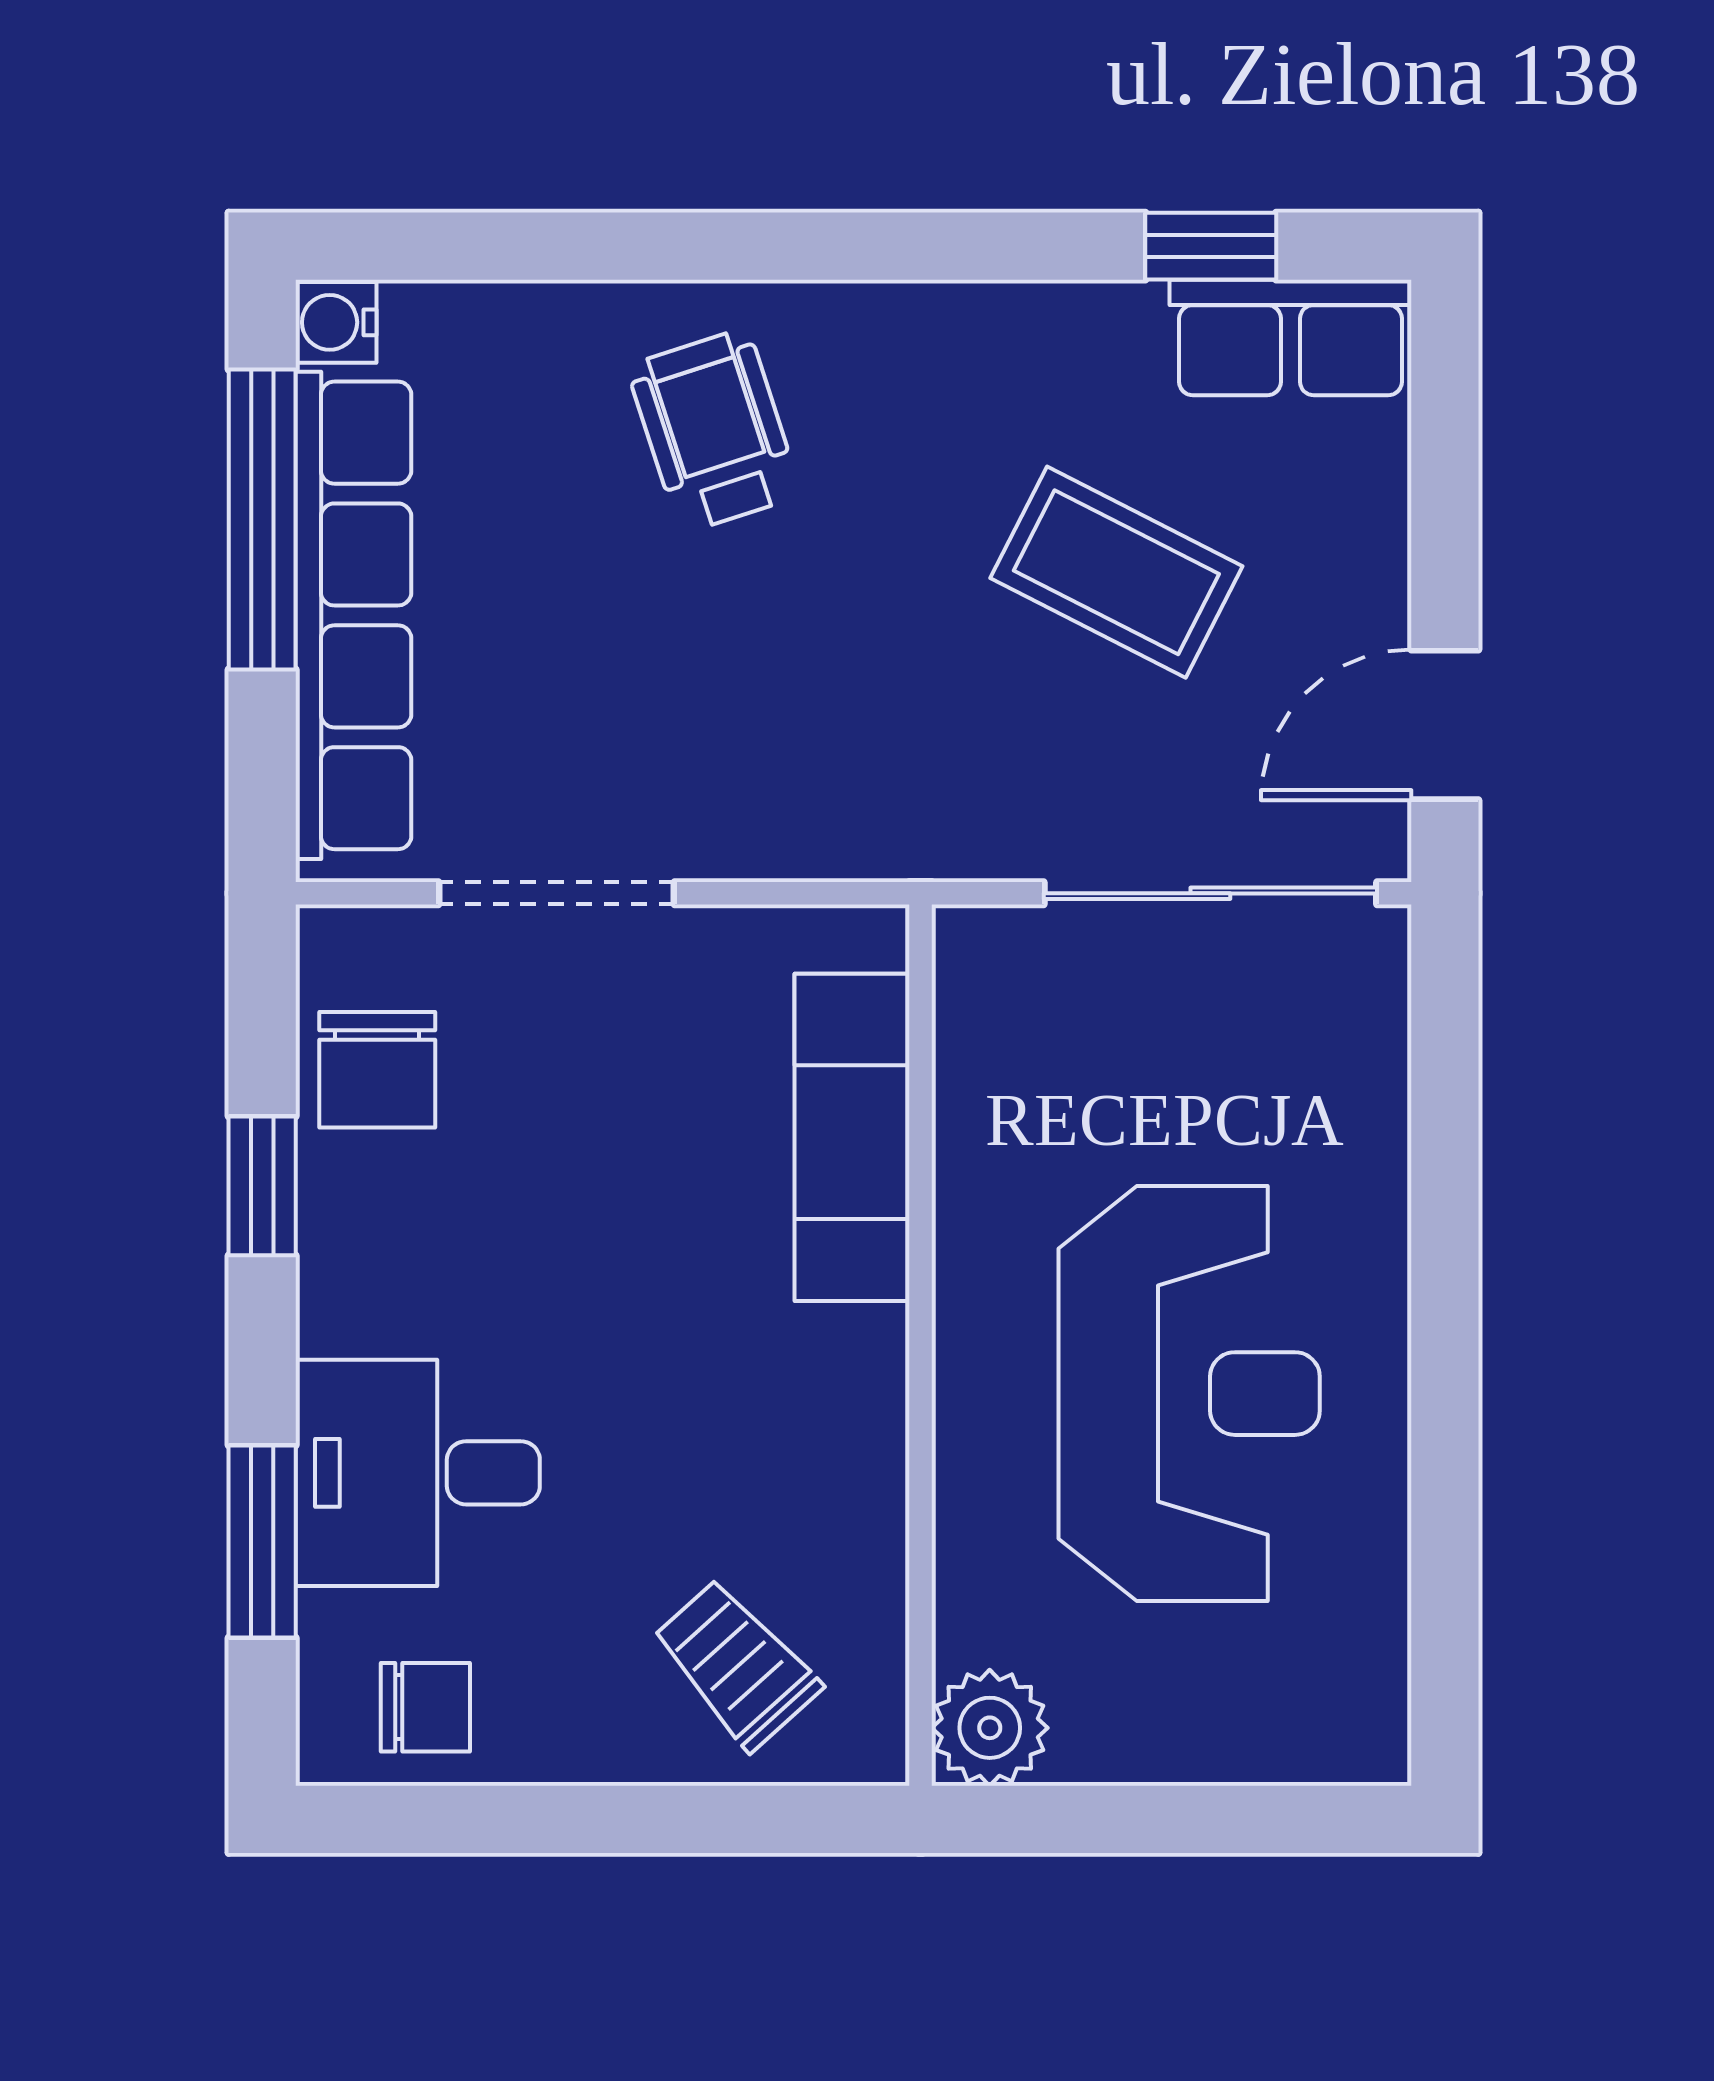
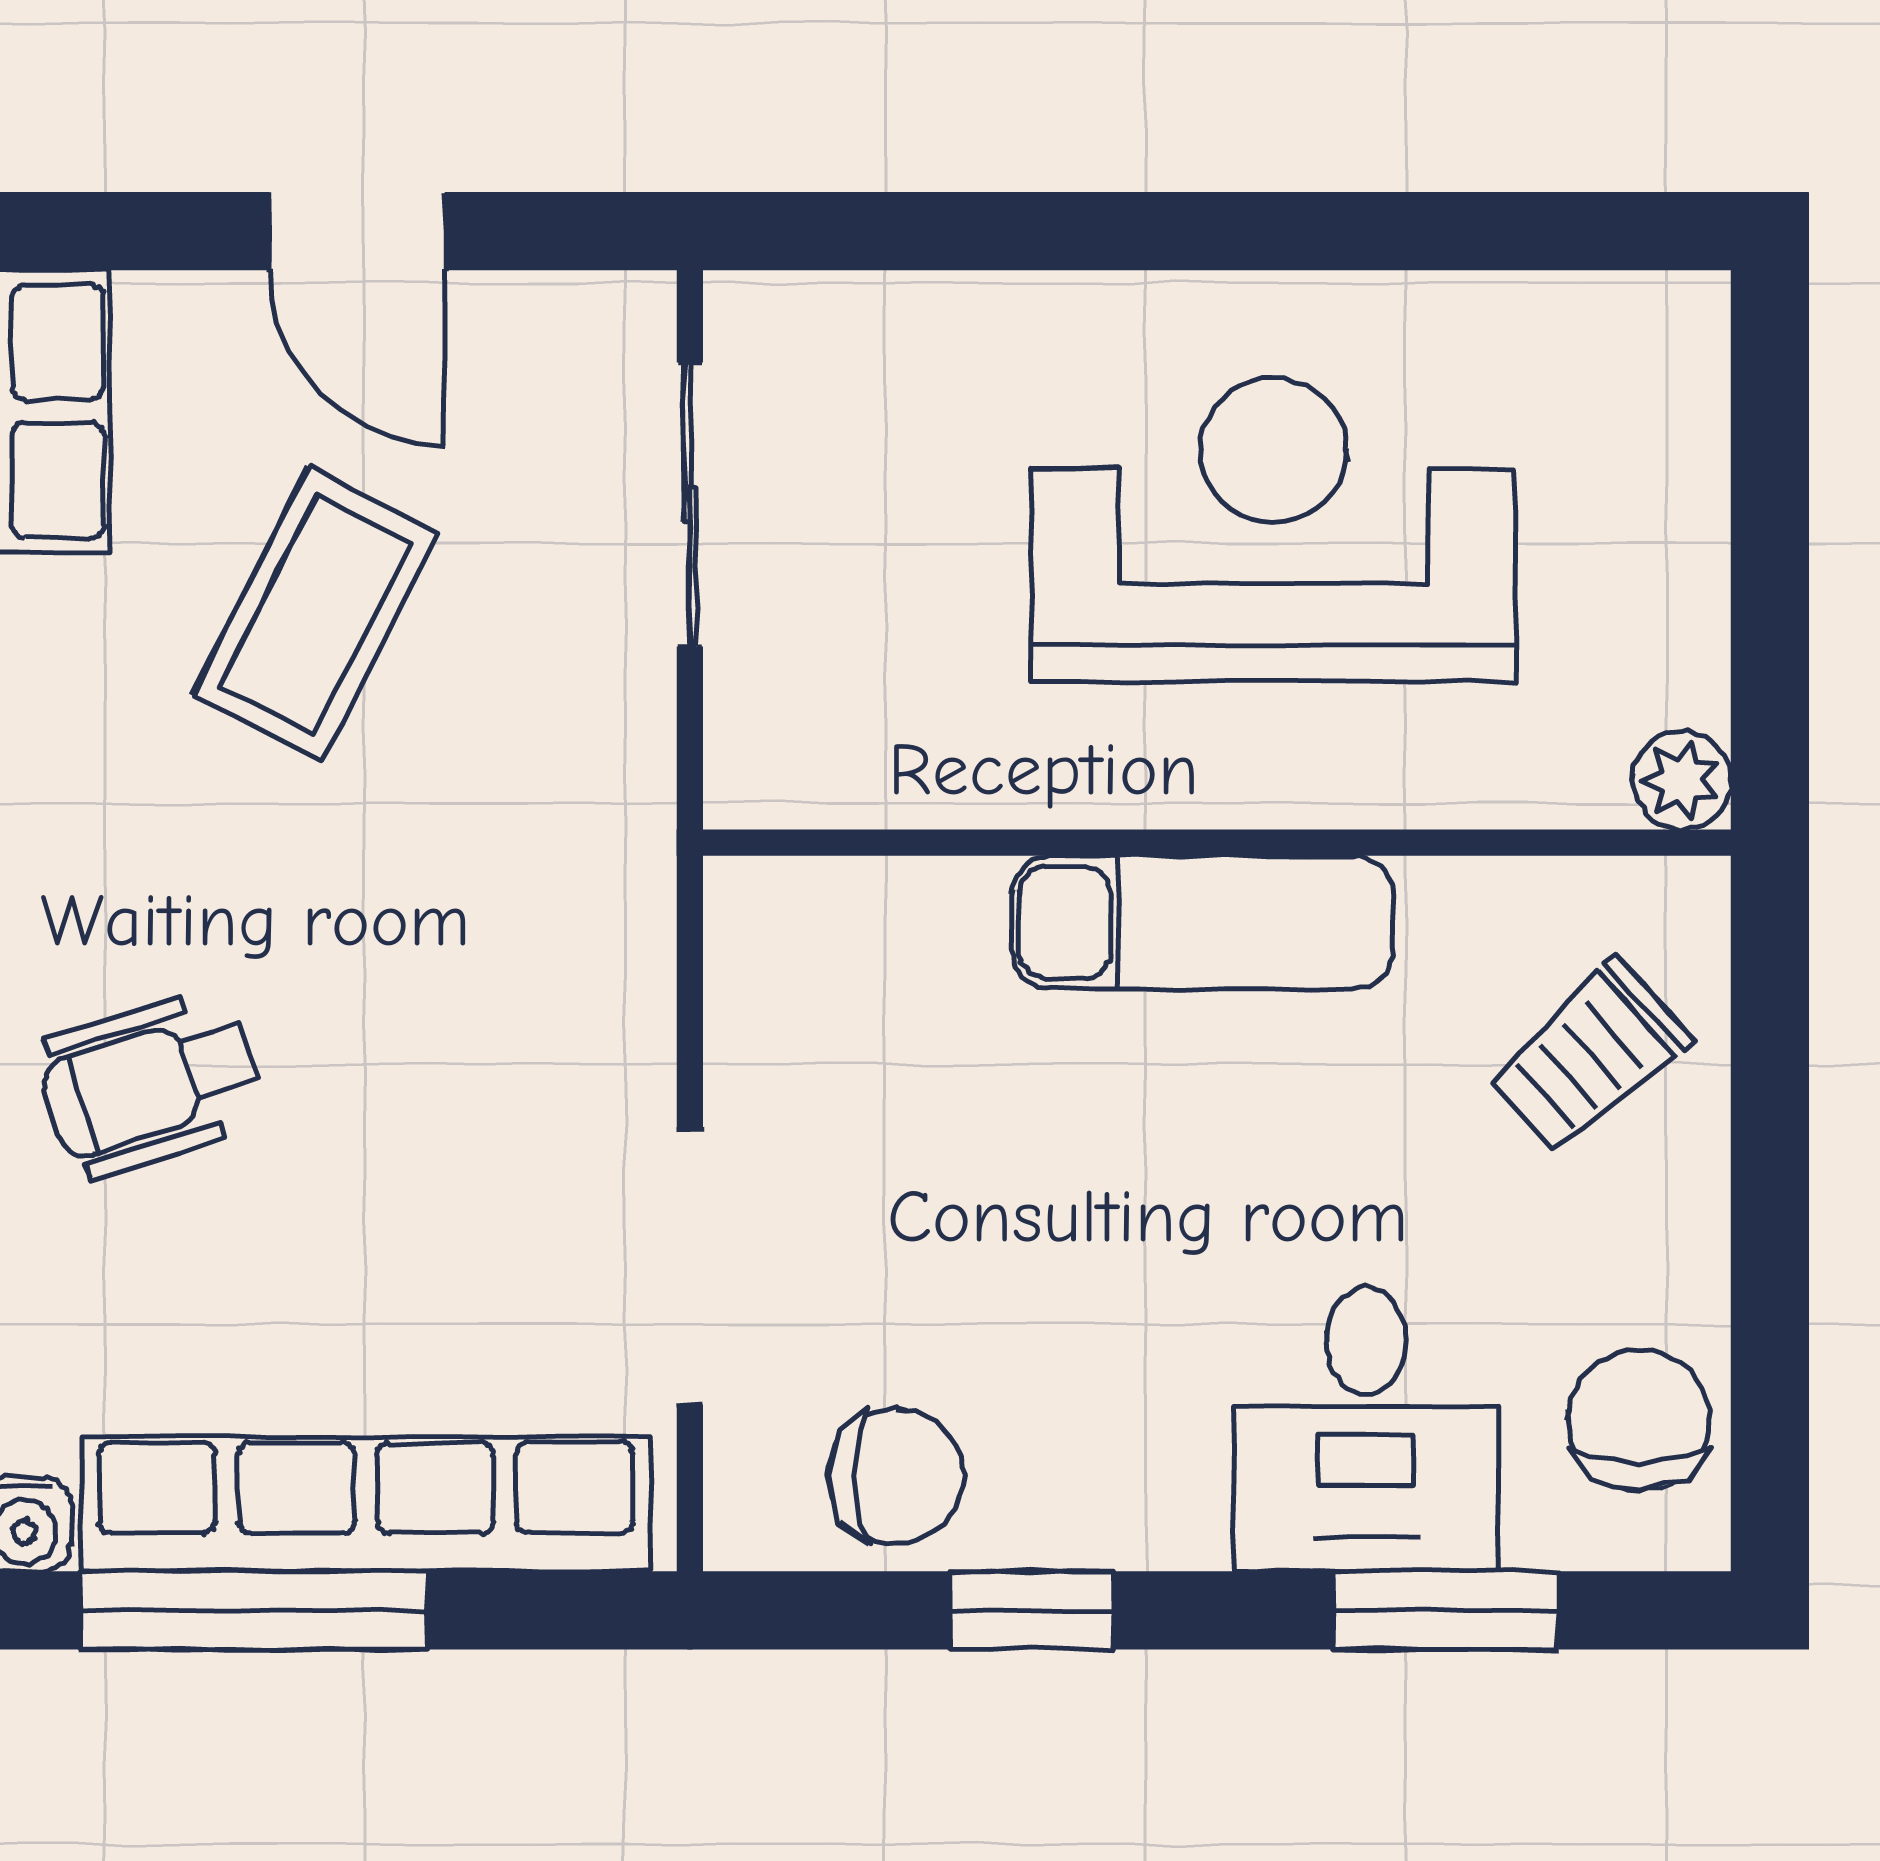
door: (1445, 725) -> (357, 231), moved
sliding door: (1210, 893) -> (690, 505), width x0.73
exam couch: (852, 1137) -> (1202, 923), moved
chair: (425, 1707) -> (1639, 1420), width x1.37, depth x1.37
plant: (990, 1728) -> (1682, 780), width x0.73, depth x0.73

